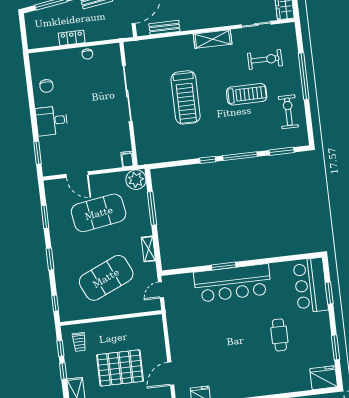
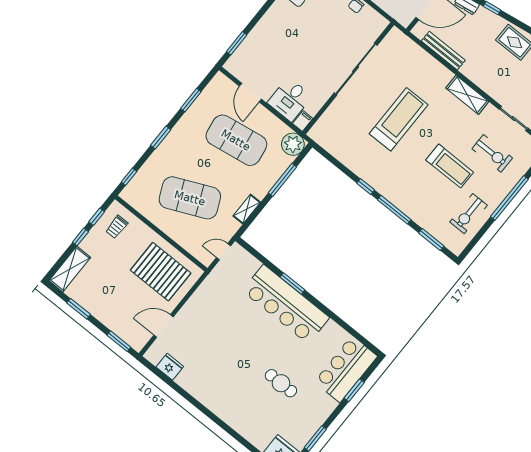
bench: (164, 28) -> (443, 51), width x1.36
treadmill: (186, 97) -> (399, 119), turned 180
exercise bike: (288, 112) -> (469, 214), turned 180
desk: (52, 121) -> (290, 100), moved, turned -90
cafe table: (279, 335) -> (281, 383), turned 90
pallet: (120, 368) -> (161, 272), moved

